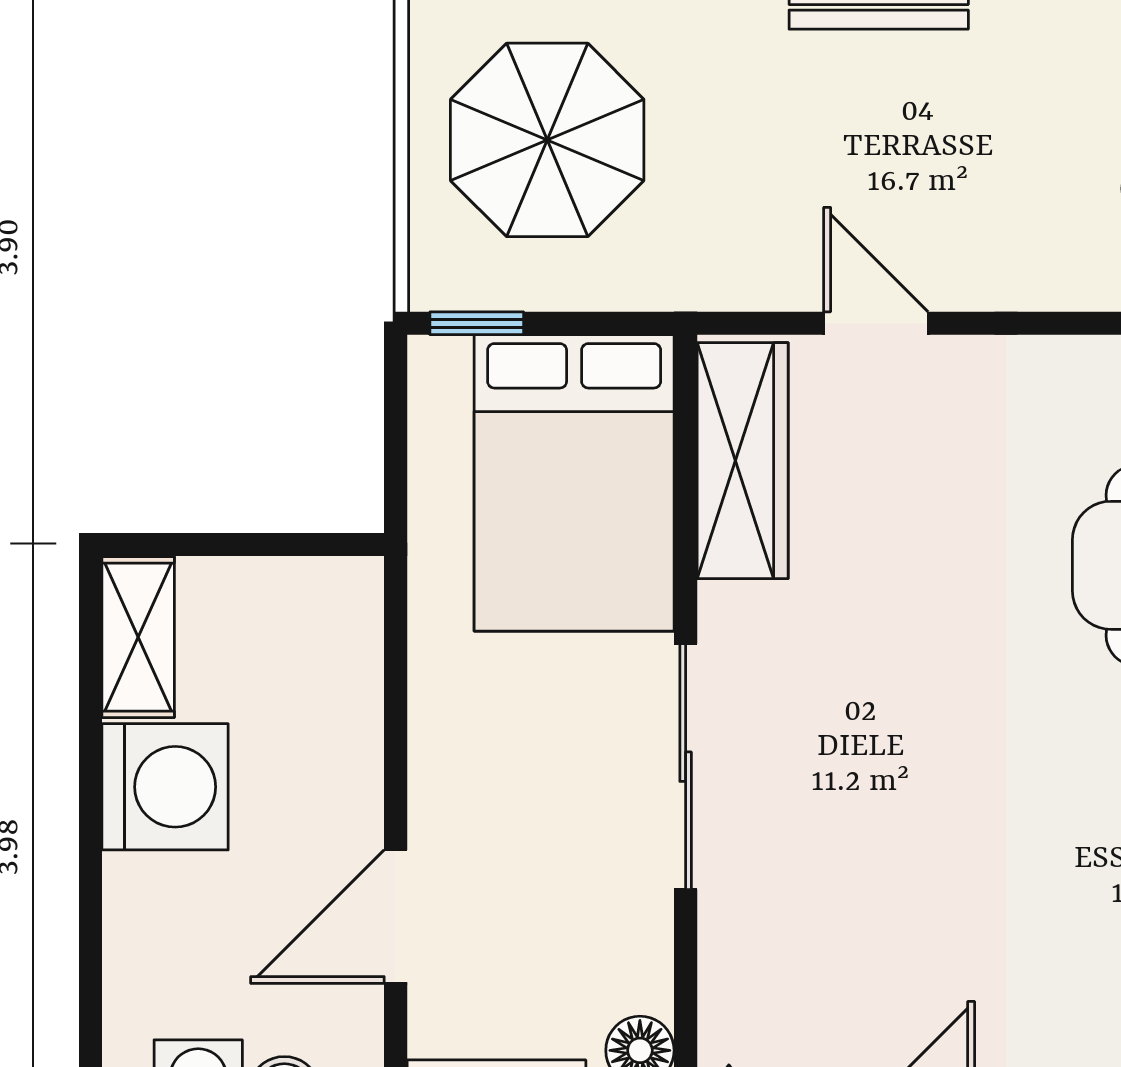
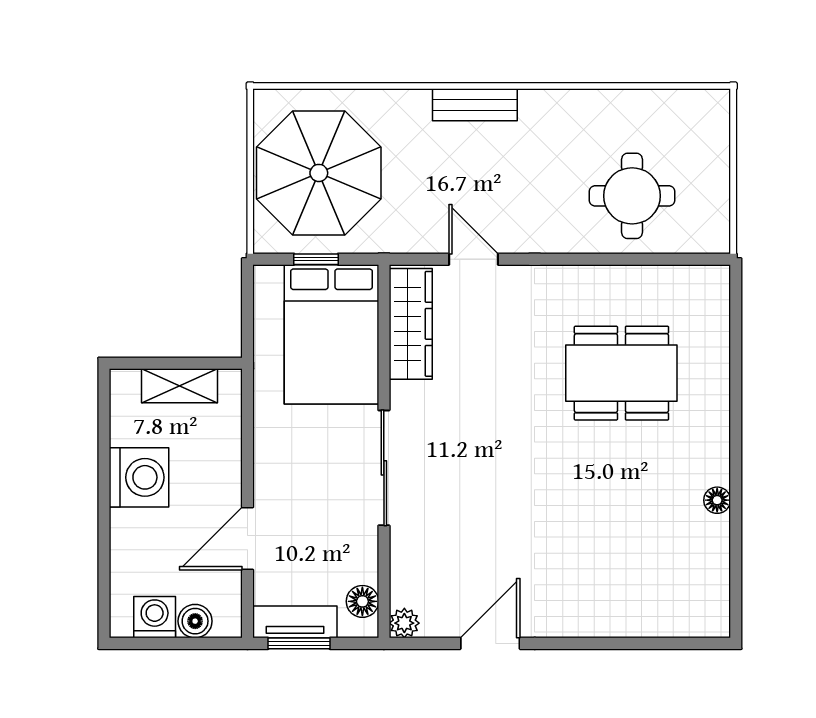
parasol: (547, 140) -> (319, 173), width x1.36, depth x1.36
window: (477, 323) -> (316, 259), moved
shelving: (138, 637) -> (179, 386), moved, turned 90

